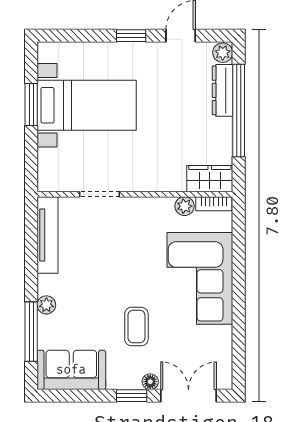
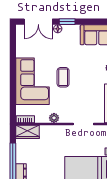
plant: (185, 206) -> (54, 118), moved
coffee table: (136, 326) -> (63, 77), moved

